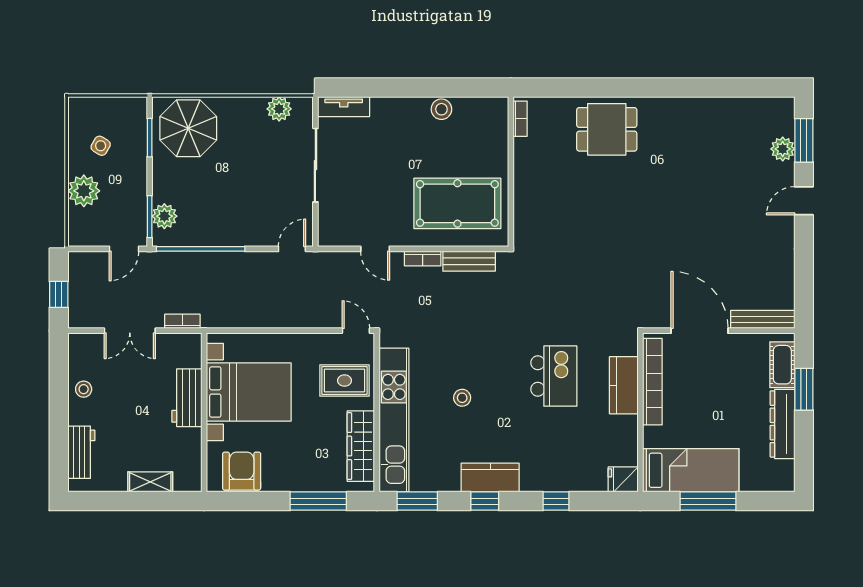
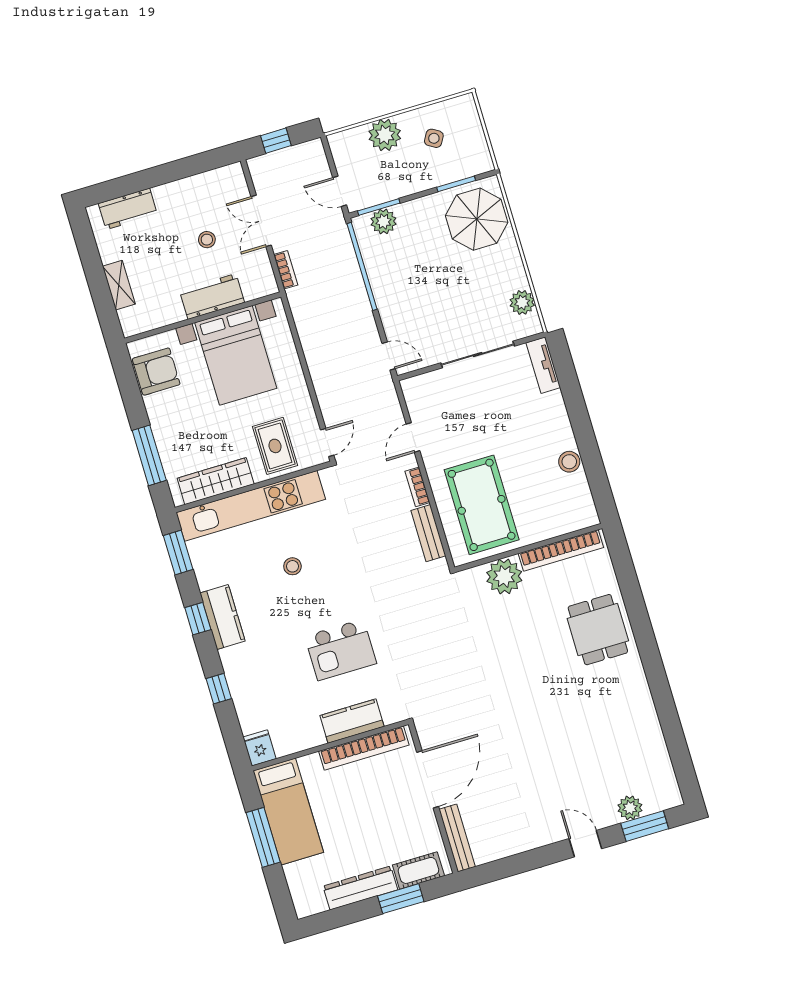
bookcase: (520, 119) -> (561, 550), width x2.31, depth x1.31
plant: (531, 202) -> (504, 576), added
stool: (84, 389) -> (207, 240), moved

